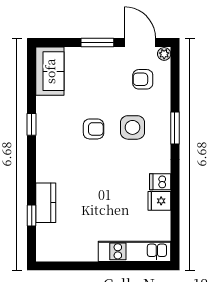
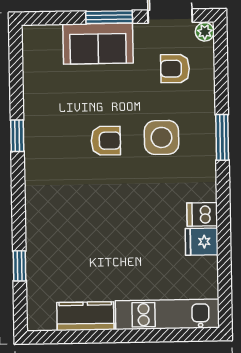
sofa: (50, 71) -> (98, 44), moved, turned 90
kitchen counter: (46, 203) -> (85, 316), moved, turned -90

